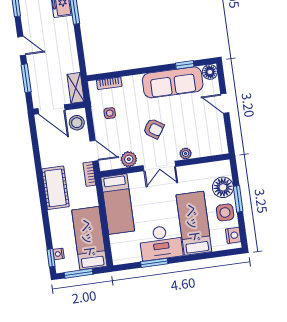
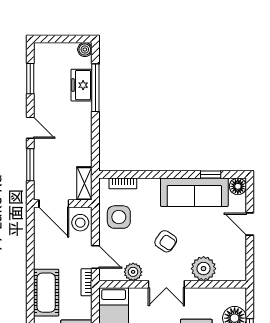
side table: (110, 113) -> (119, 217), width x1.87, depth x1.87
plant: (186, 154) -> (204, 269), width x1.87, depth x1.87

